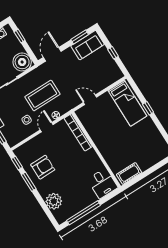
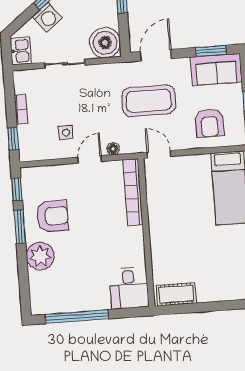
armchair: (99, 75) -> (209, 123), added
coffee table: (42, 96) -> (149, 101), moved
door: (90, 100) -> (159, 154), moved
plant: (54, 201) -> (40, 256), moved

